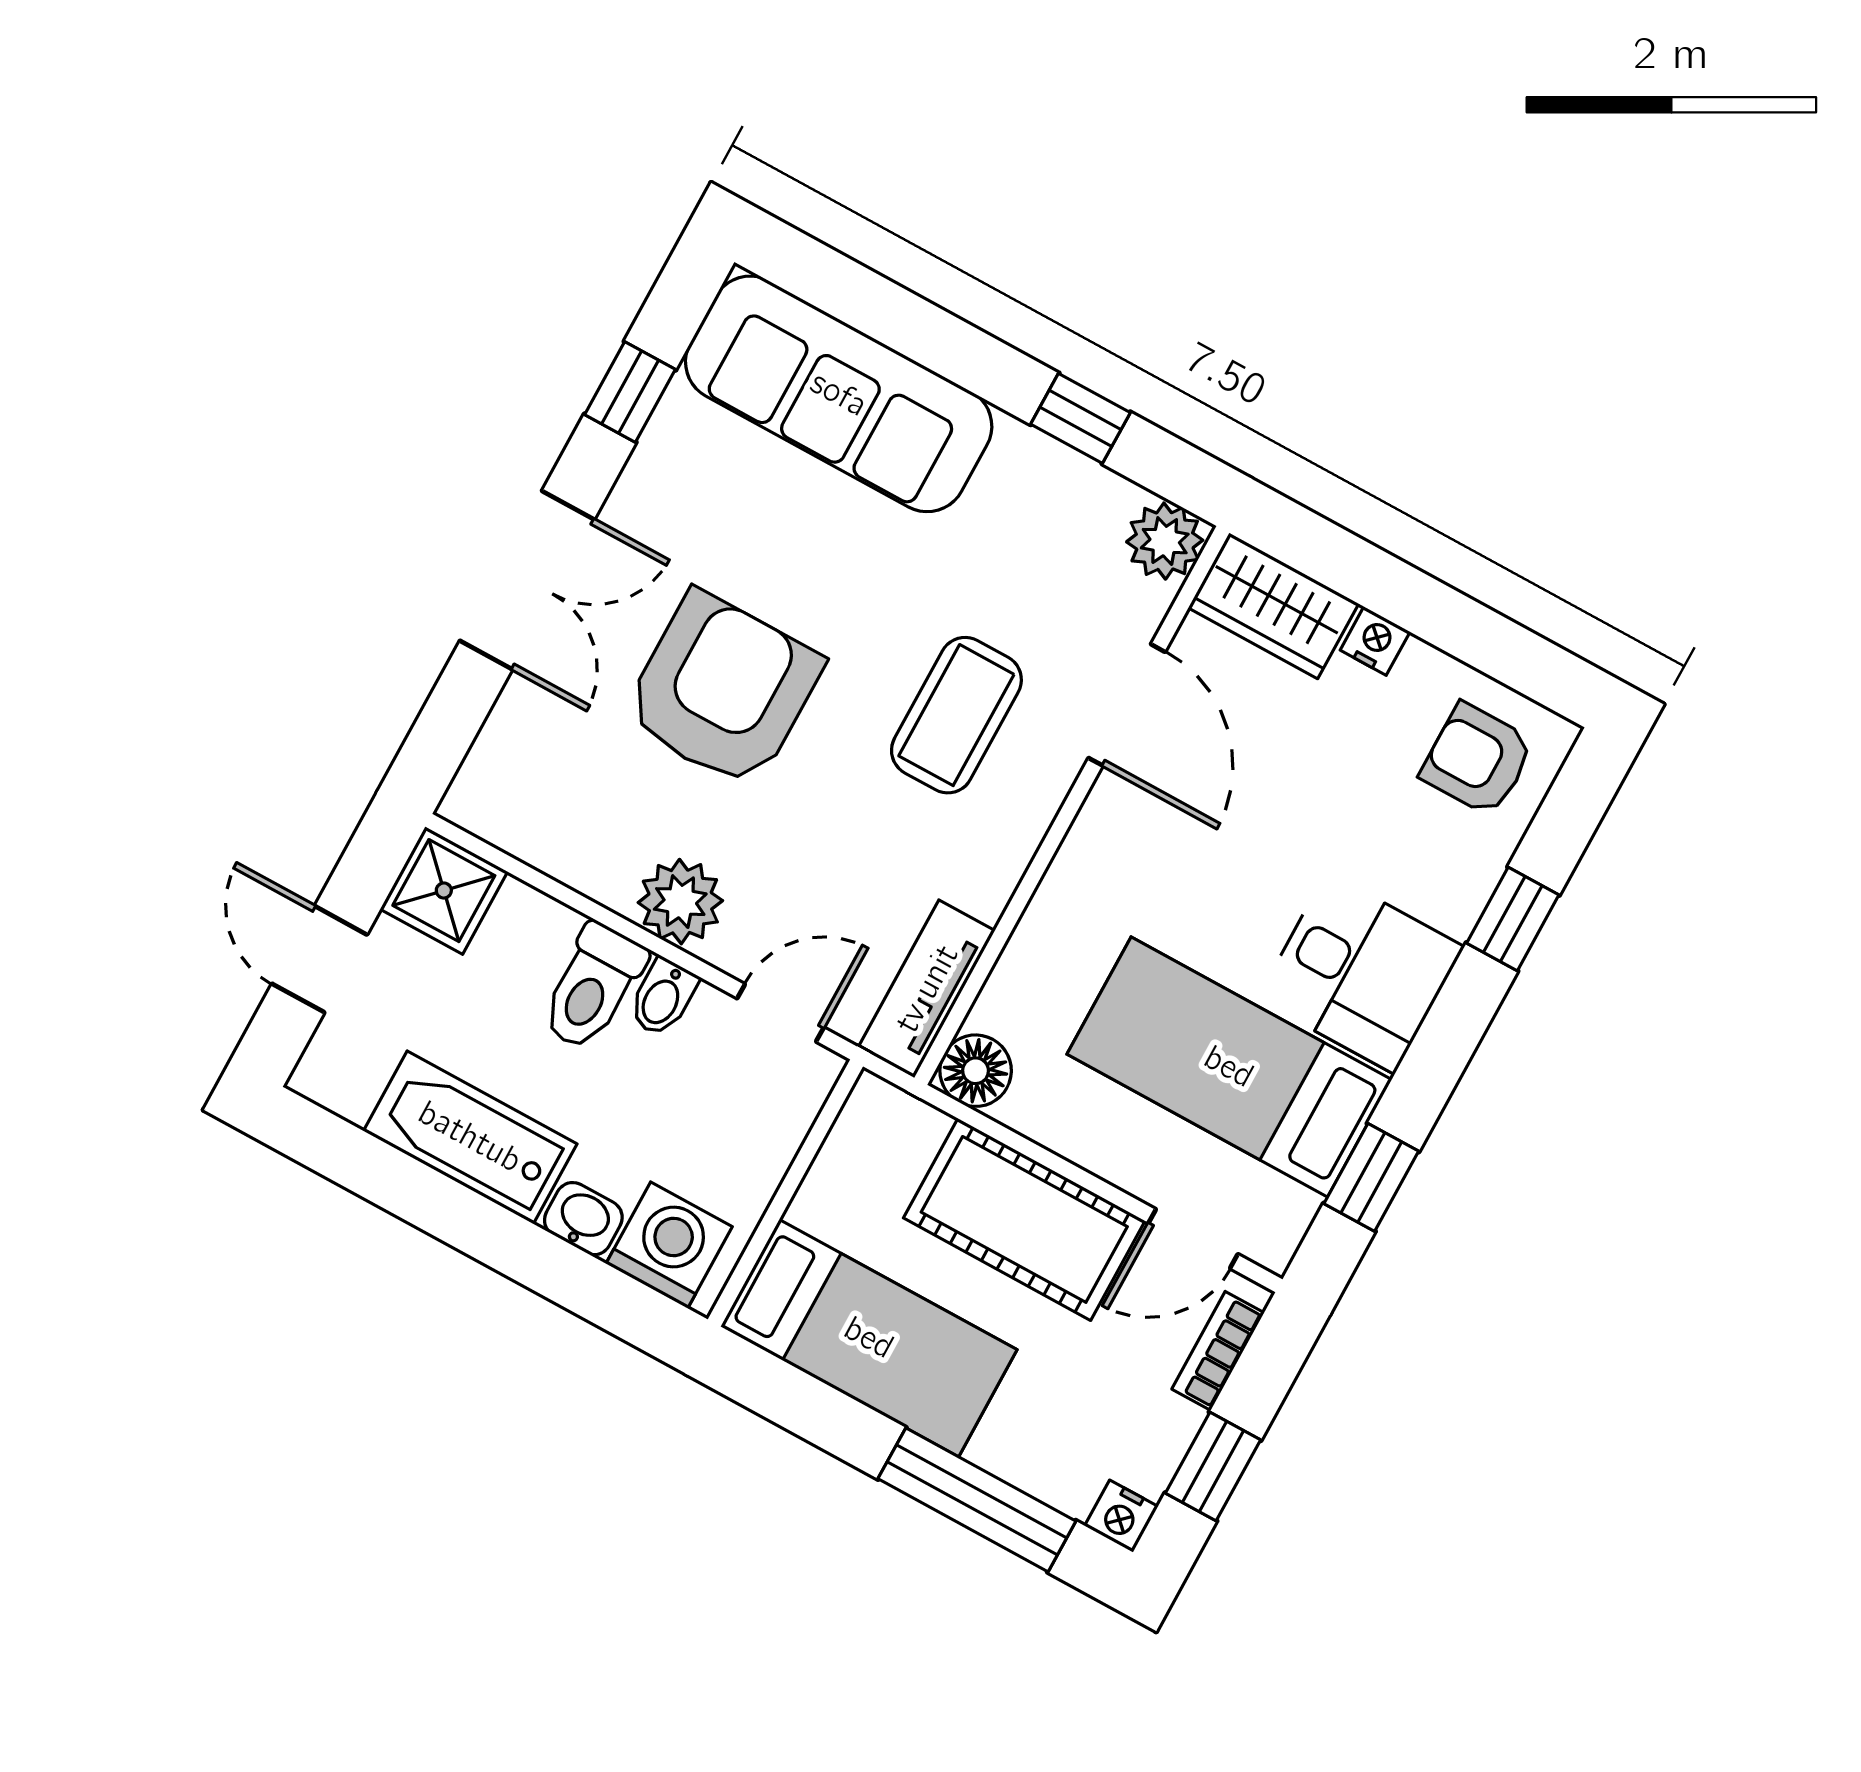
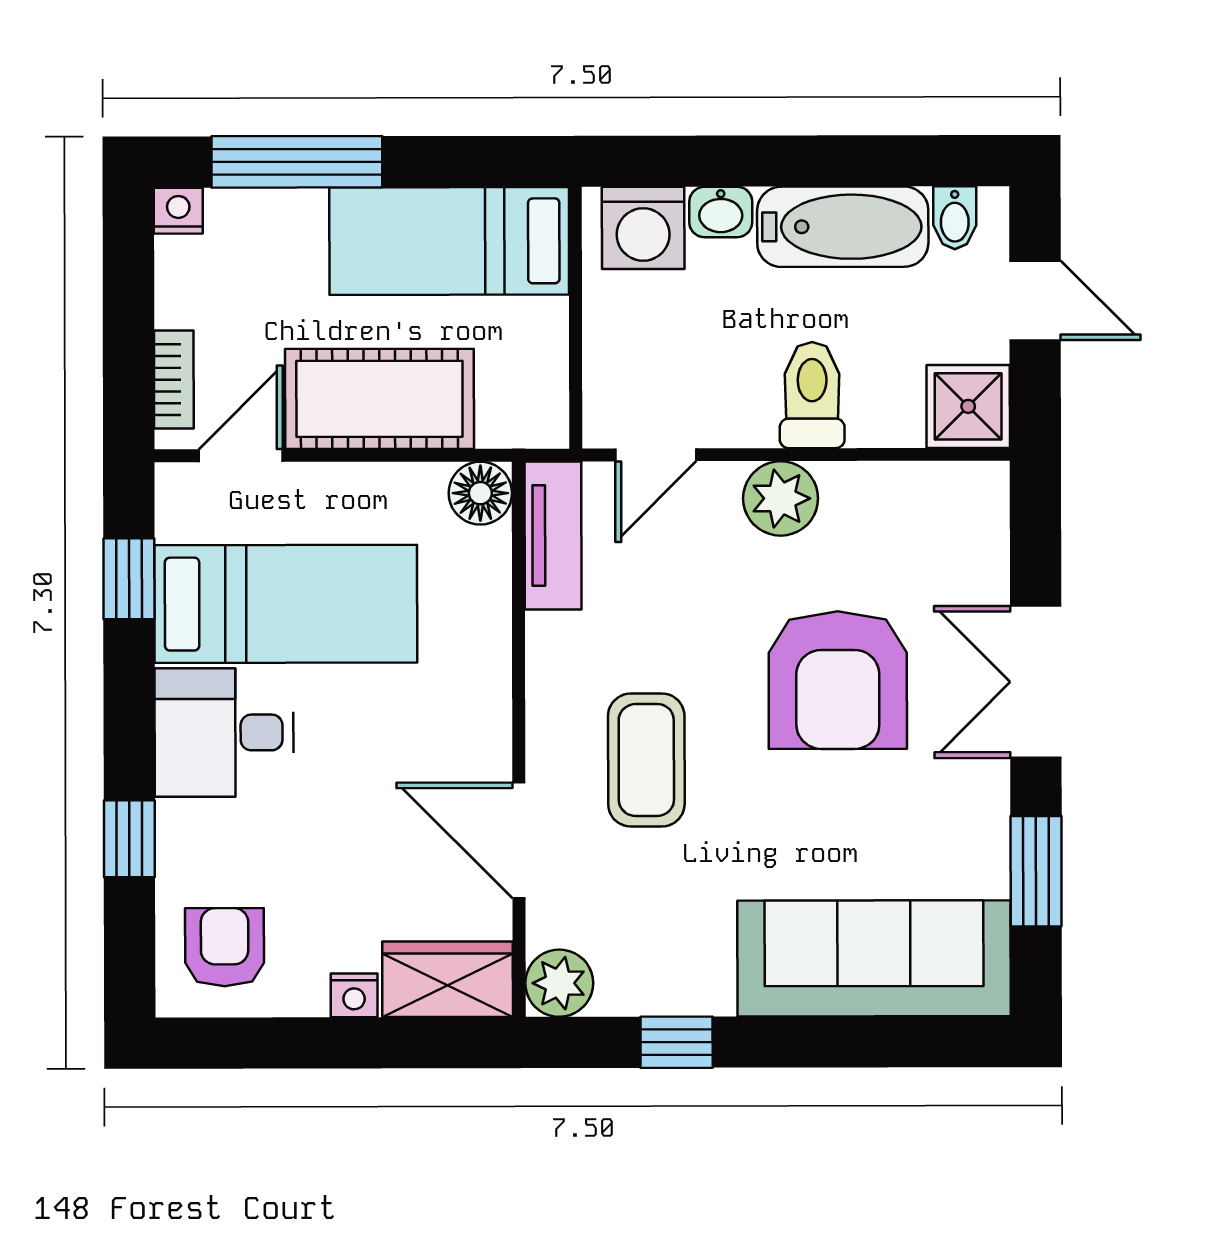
window: (630, 392) -> (1036, 871), width x1.50
armchair: (1477, 759) -> (225, 947), turned -90
bidet: (663, 997) -> (955, 218), moved, turned 180
window: (1213, 1467) -> (128, 288), removed

